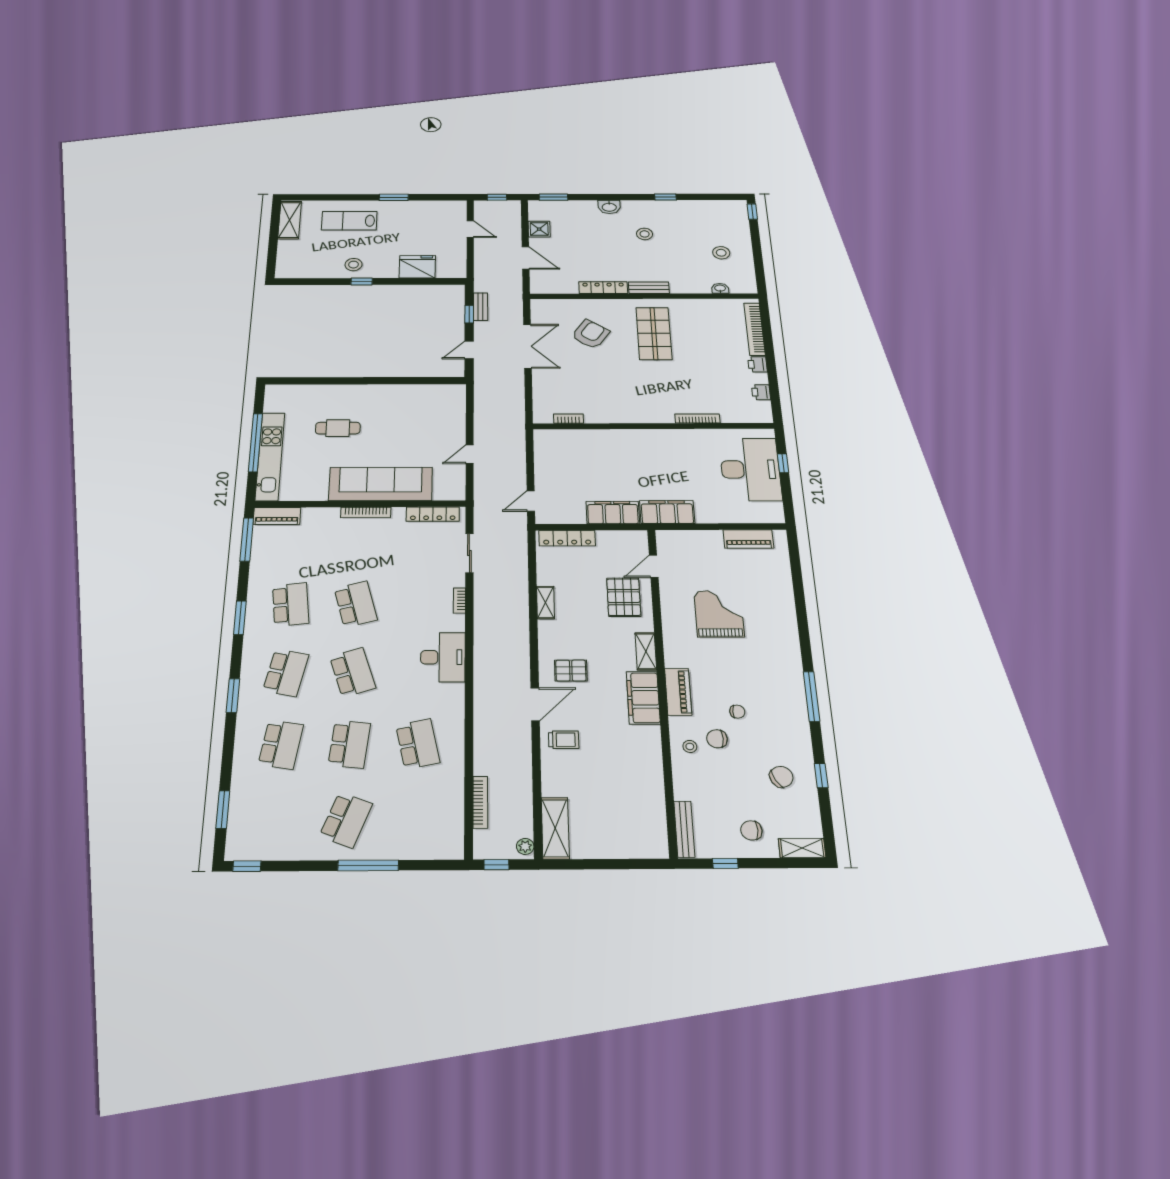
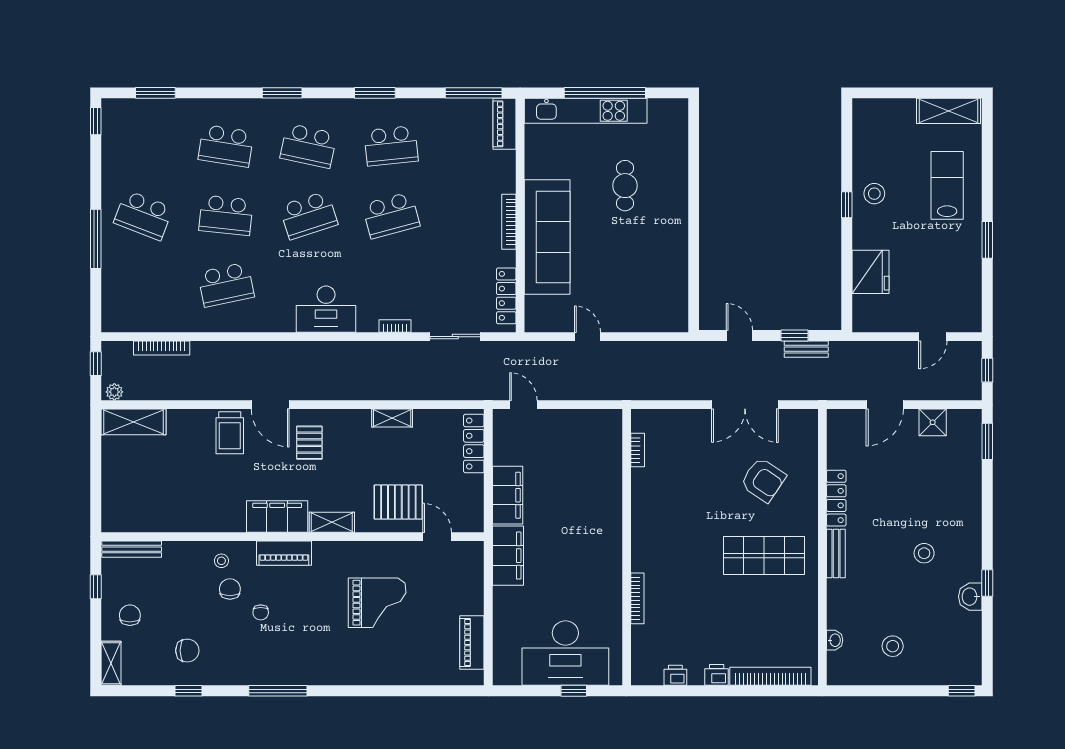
washbasin: (609, 207) -> (970, 597), moved
trolley: (564, 740) -> (230, 433), width x1.36, depth x1.39
chair: (781, 777) -> (187, 651), turned -61

